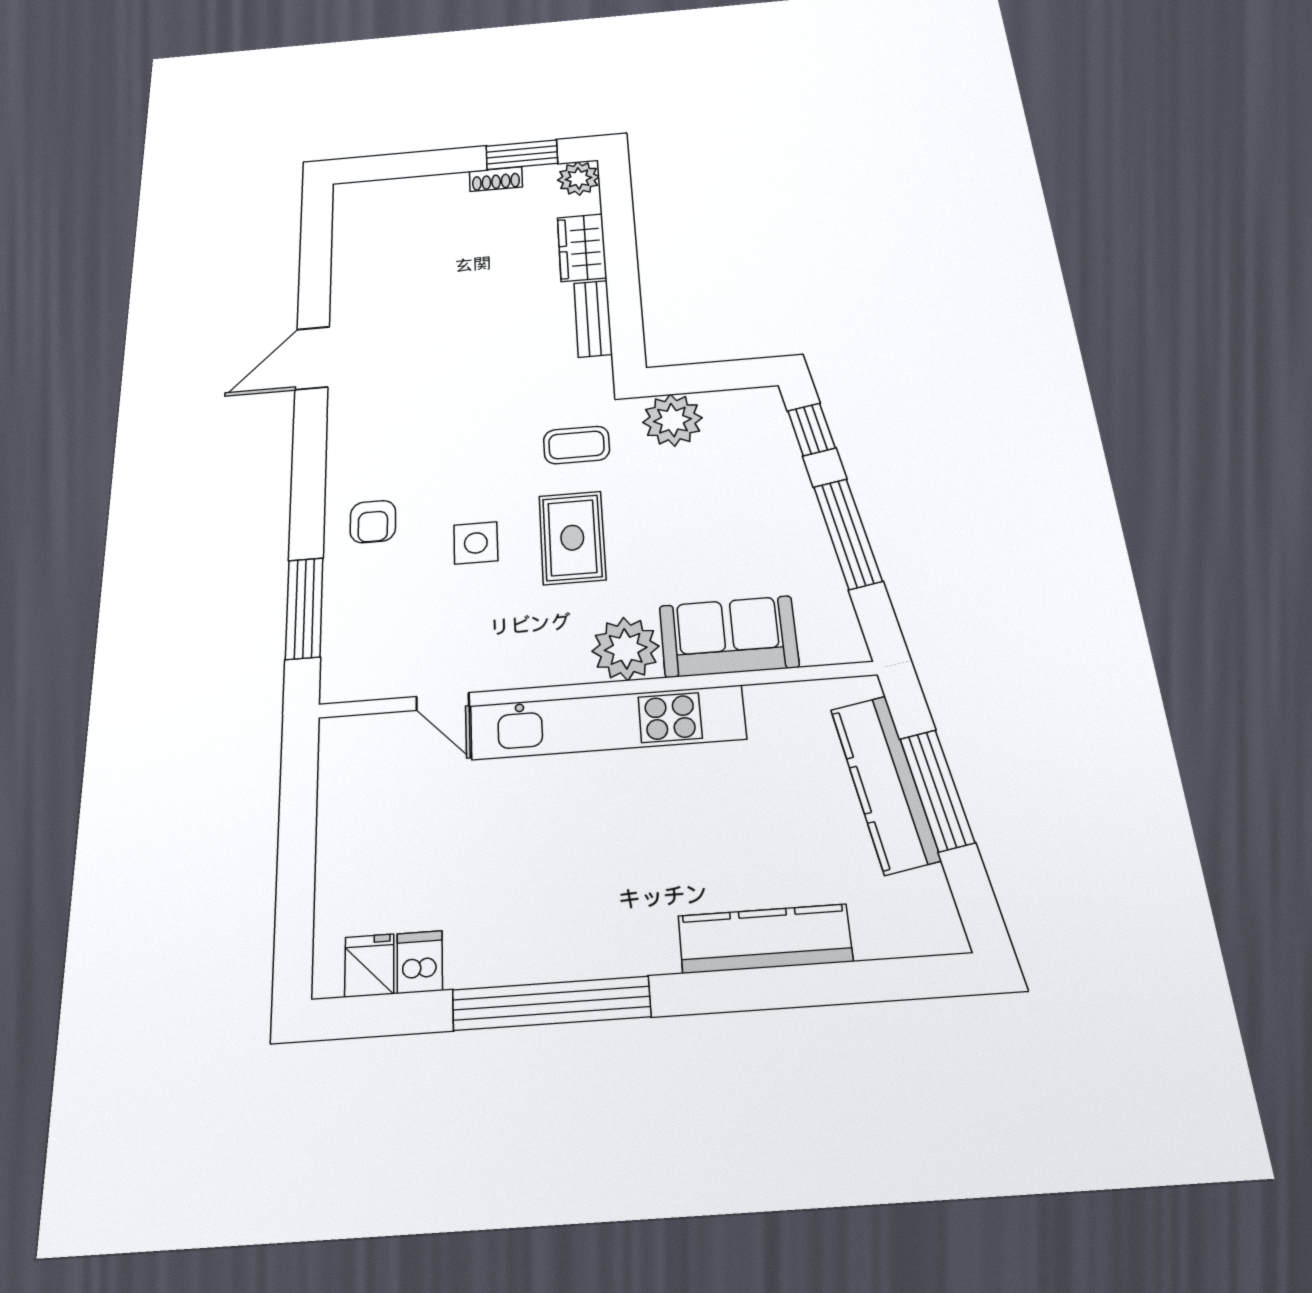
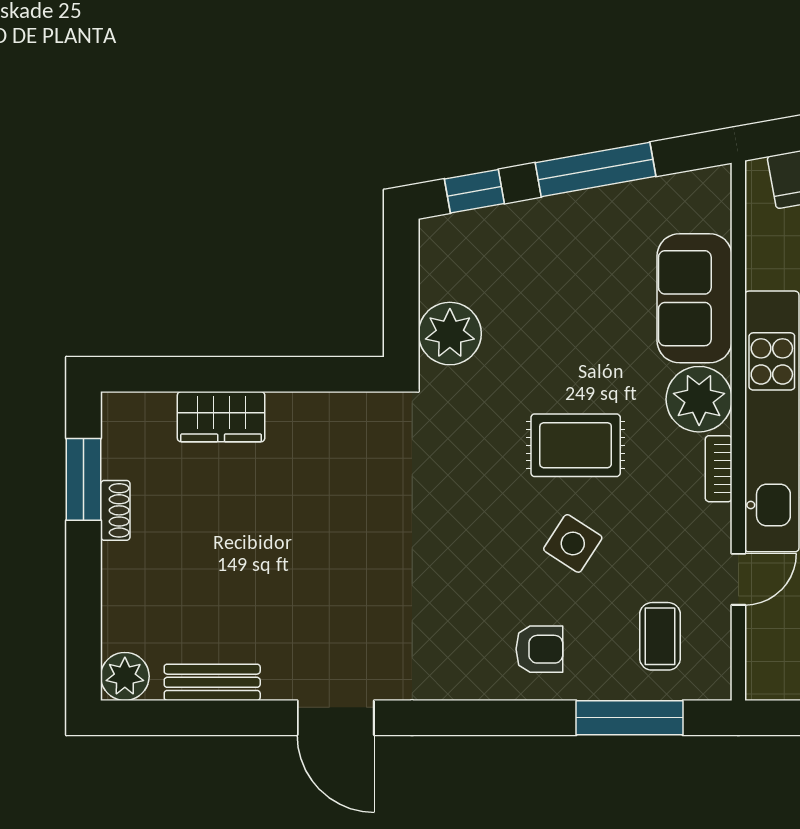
plant: (578, 178) -> (125, 676), moved
bench: (593, 319) -> (212, 682), moved
coffee table: (577, 445) -> (660, 636), moved
side table: (476, 543) -> (573, 543), turned 33
bookcase: (555, 673) -> (719, 469), added

